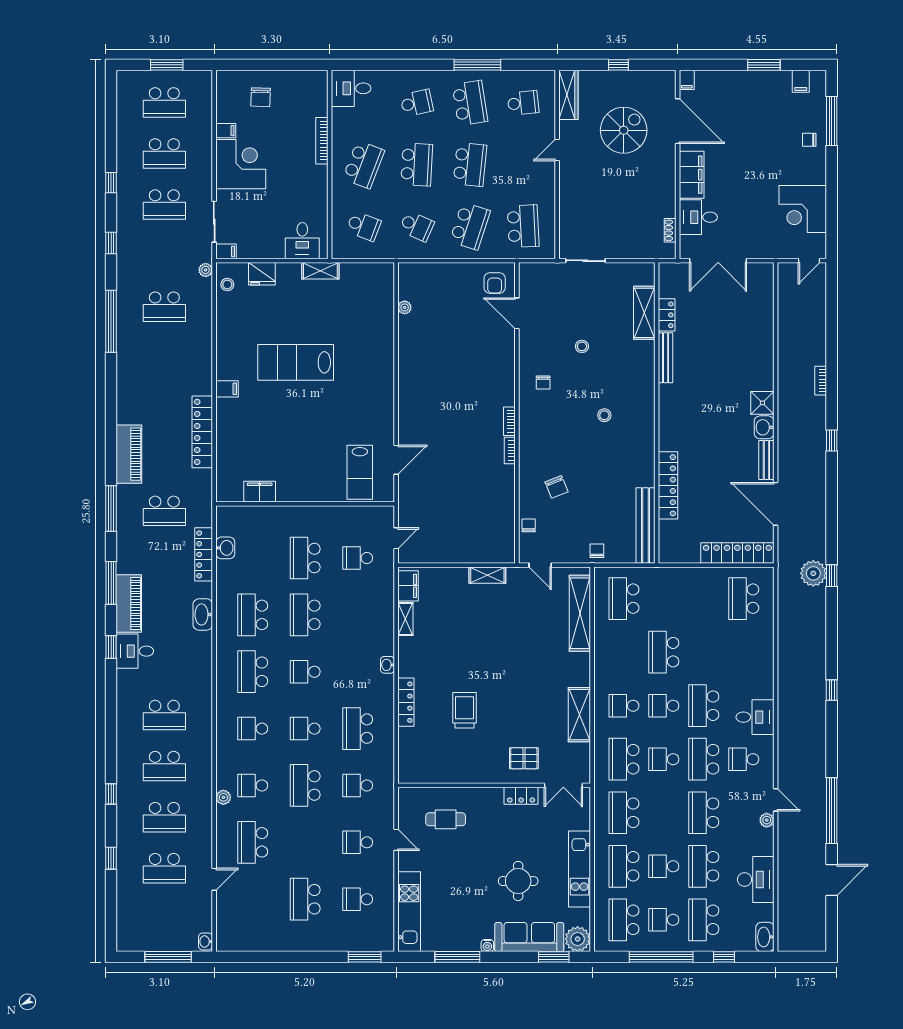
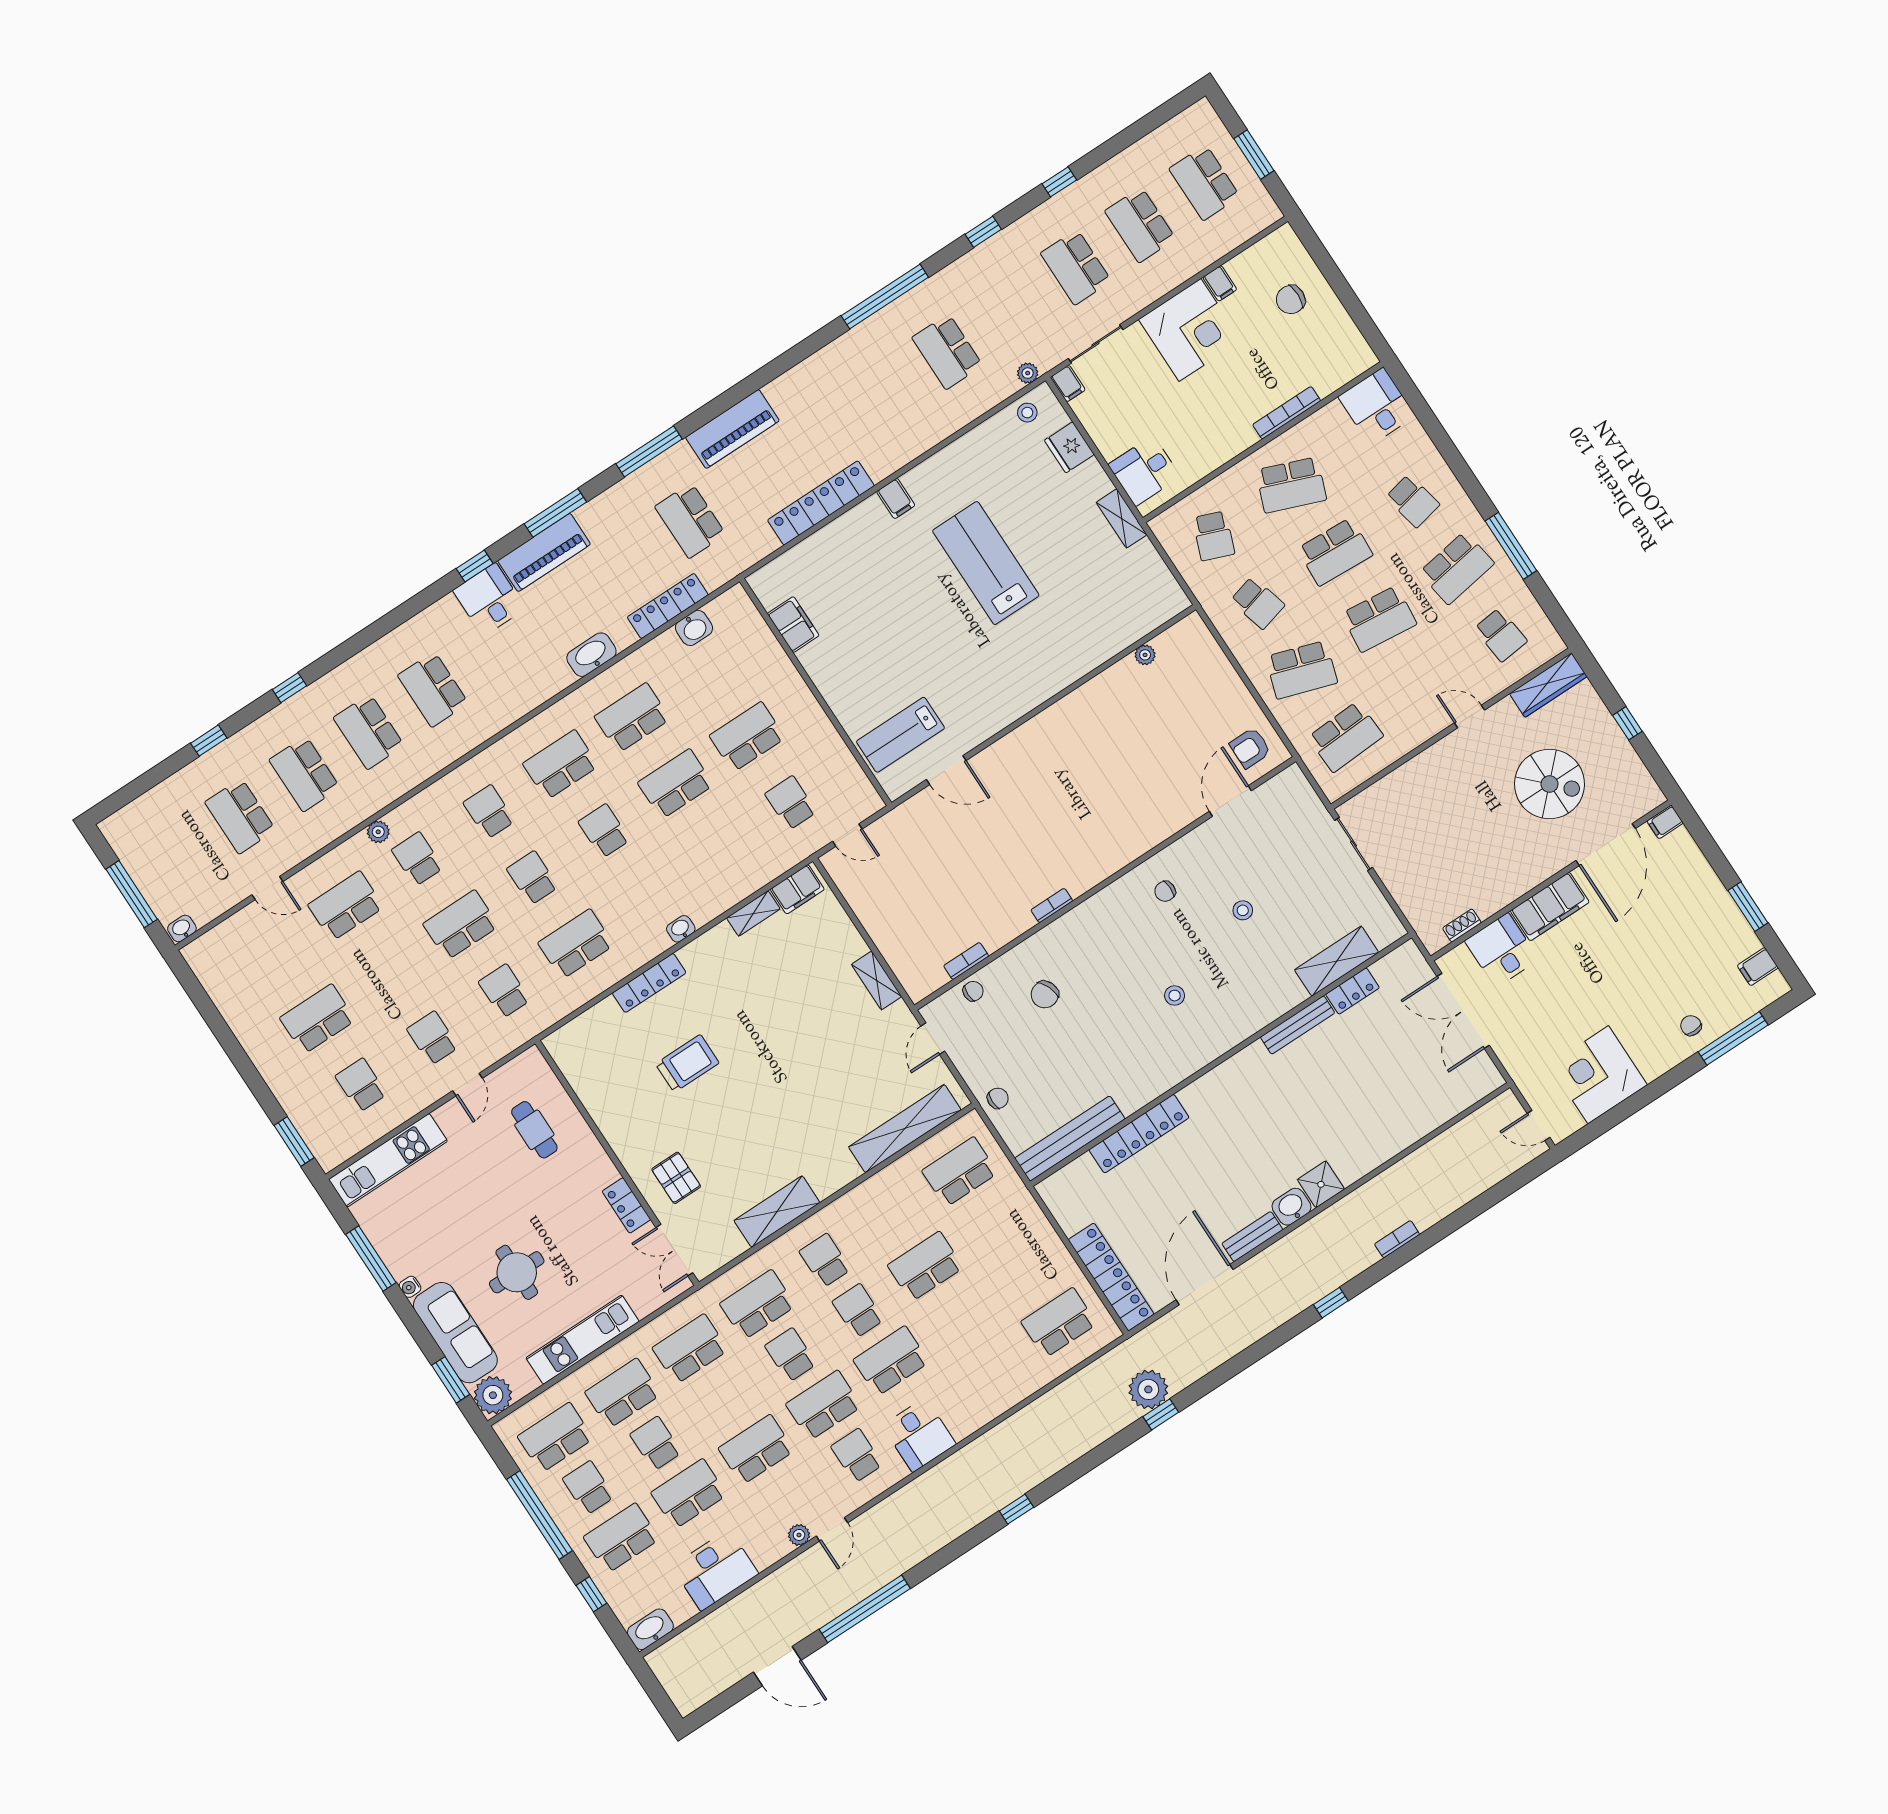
school desk: (417, 226) -> (1258, 603), turned -39
bookcase: (509, 421) -> (966, 961), moved

